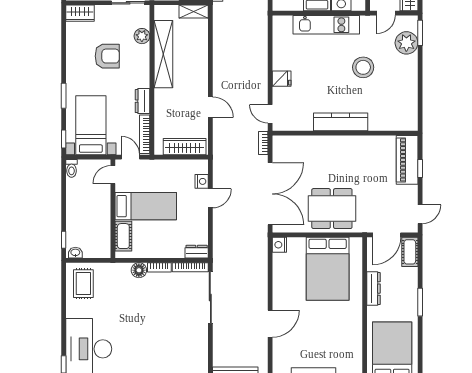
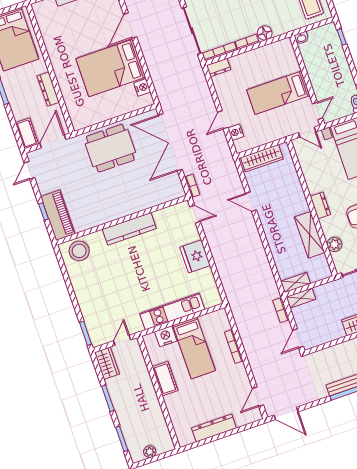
plant: (406, 43) -> (95, 320), removed
shelving: (163, 54) -> (310, 235), width x0.68
stool: (363, 67) -> (79, 251), moved
fridge: (282, 79) -> (195, 256), width x1.88, depth x1.34
dresser: (143, 101) -> (320, 205), moved
bookcase: (145, 134) -> (302, 157), removed
cot: (123, 236) -> (289, 59), removed
nightstand: (279, 245) -> (142, 87), moved
washbasin: (75, 253) -> (302, 38), moved
bed: (328, 269) -> (111, 68), moved, turned -90

